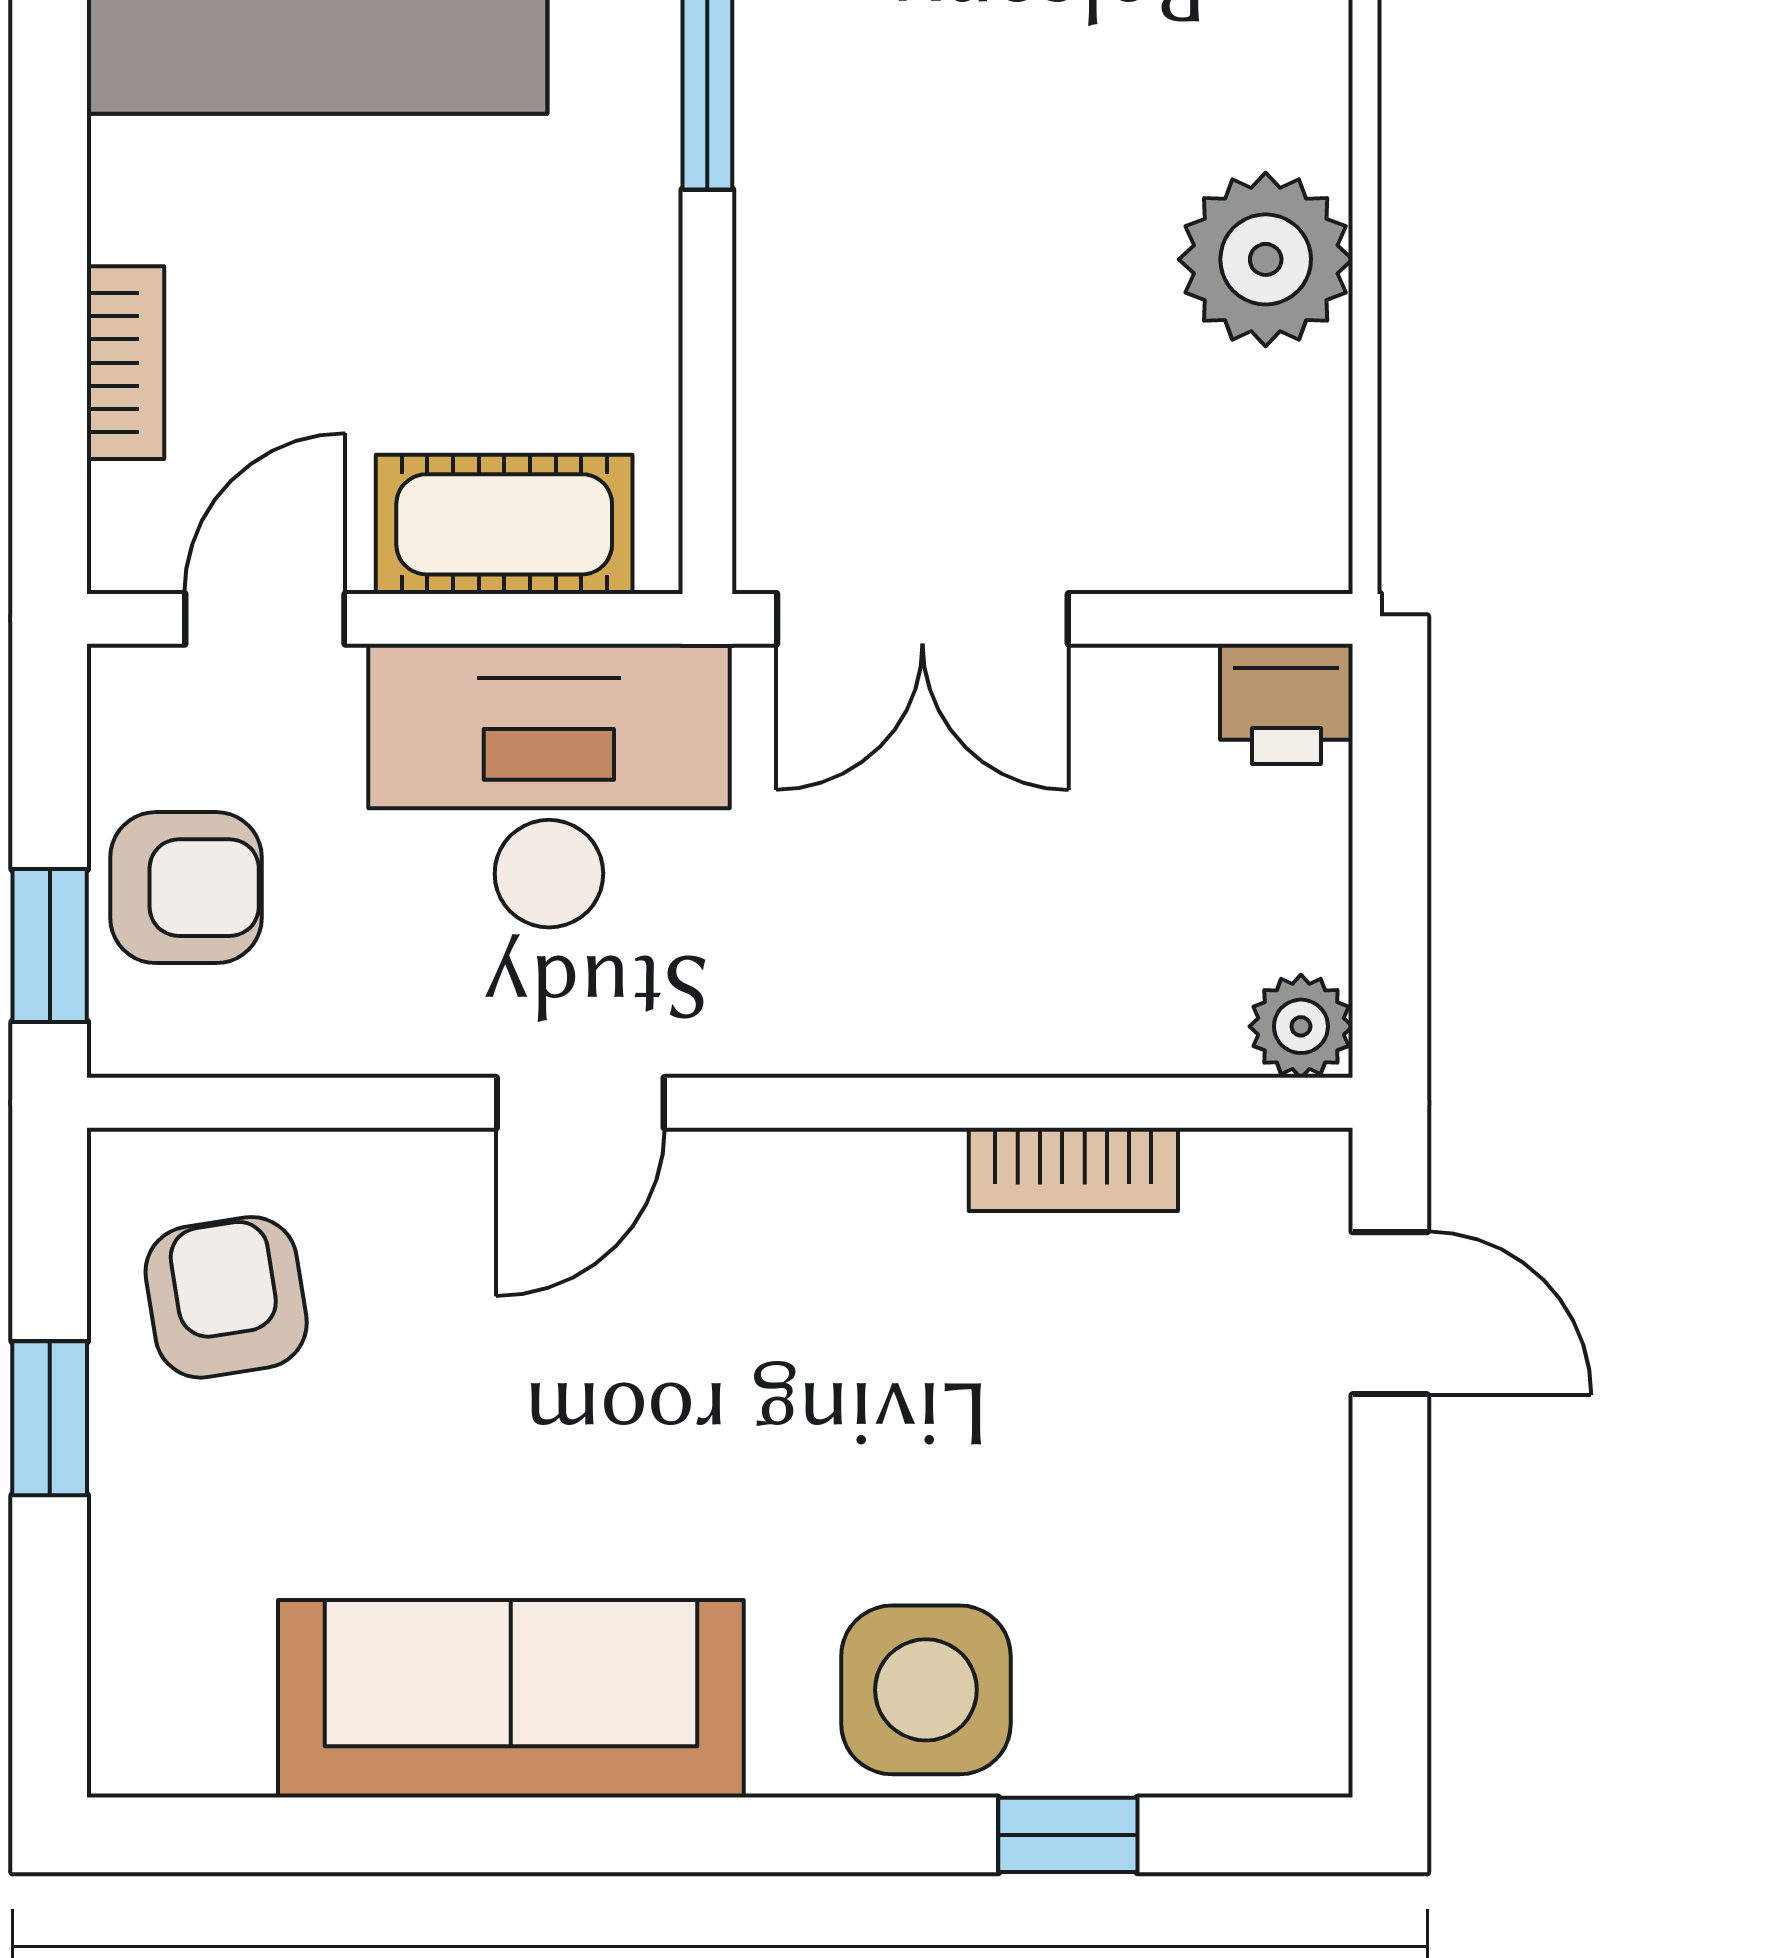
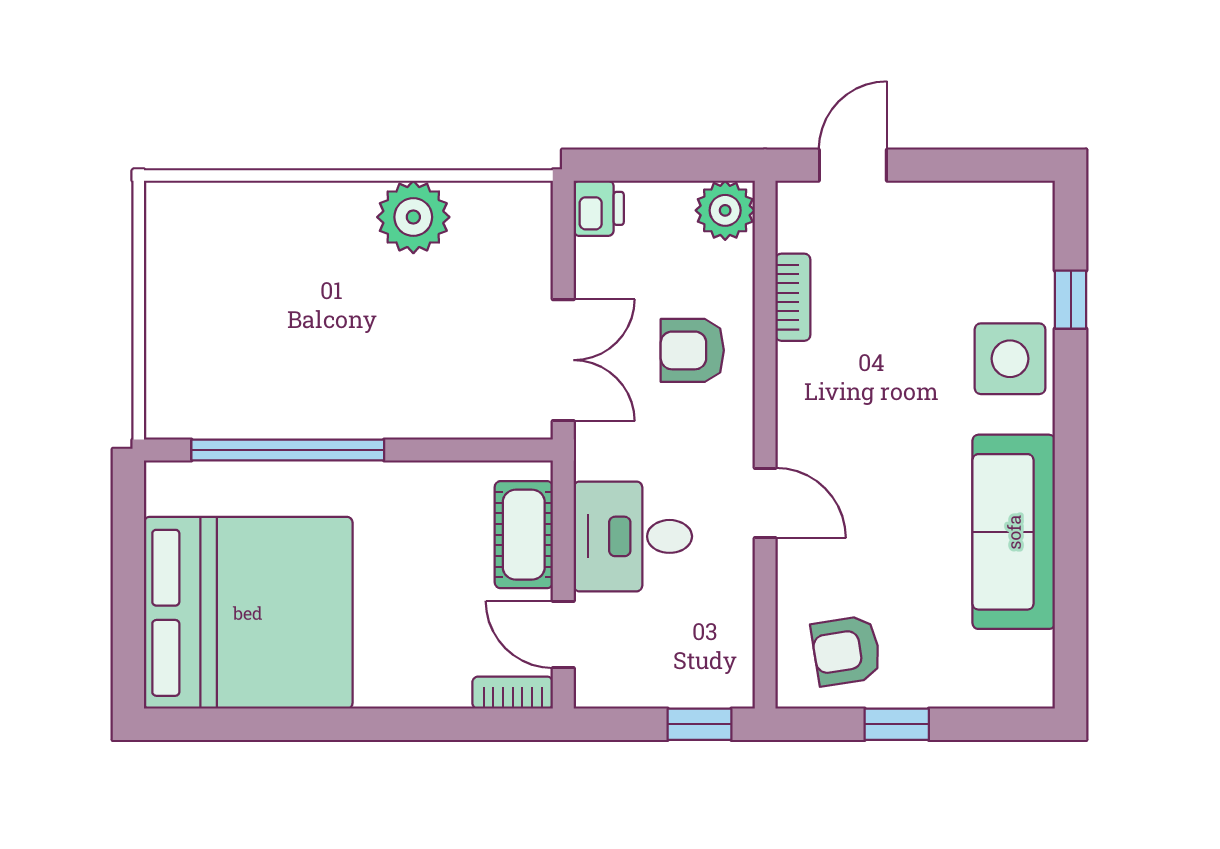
bookcase: (126, 363) -> (513, 693), moved
desk: (549, 786) -> (633, 536), width x0.73
armchair: (186, 888) -> (692, 350), moved, turned -90
plant: (1301, 1026) -> (725, 210), width x1.38, depth x1.38

